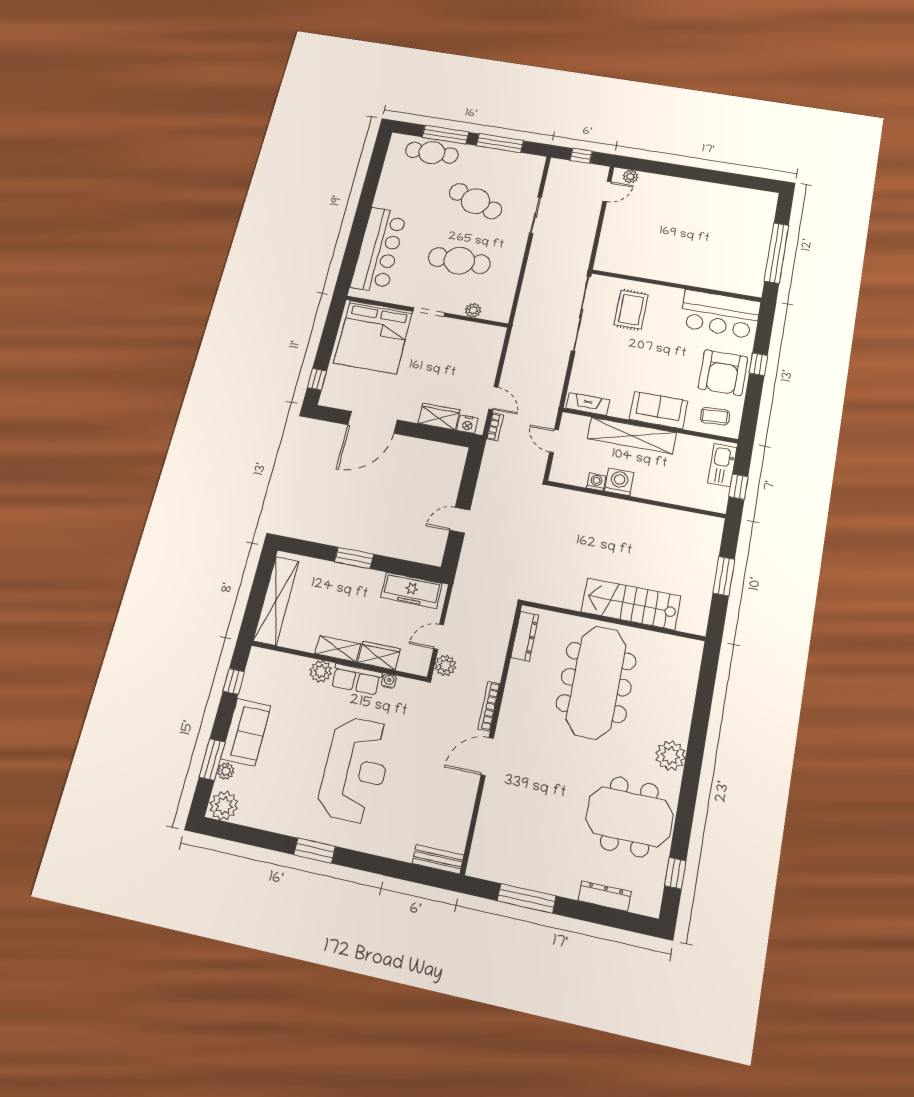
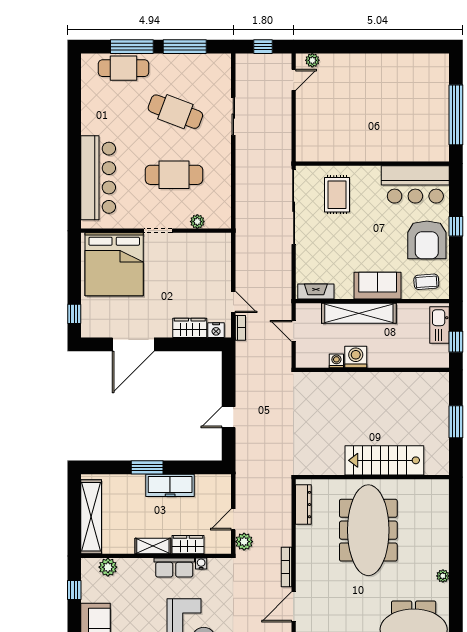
freezer: (411, 590) -> (170, 485), moved
plant: (321, 671) -> (108, 567), moved
plant: (670, 755) -> (443, 576), width x0.53, depth x0.53

